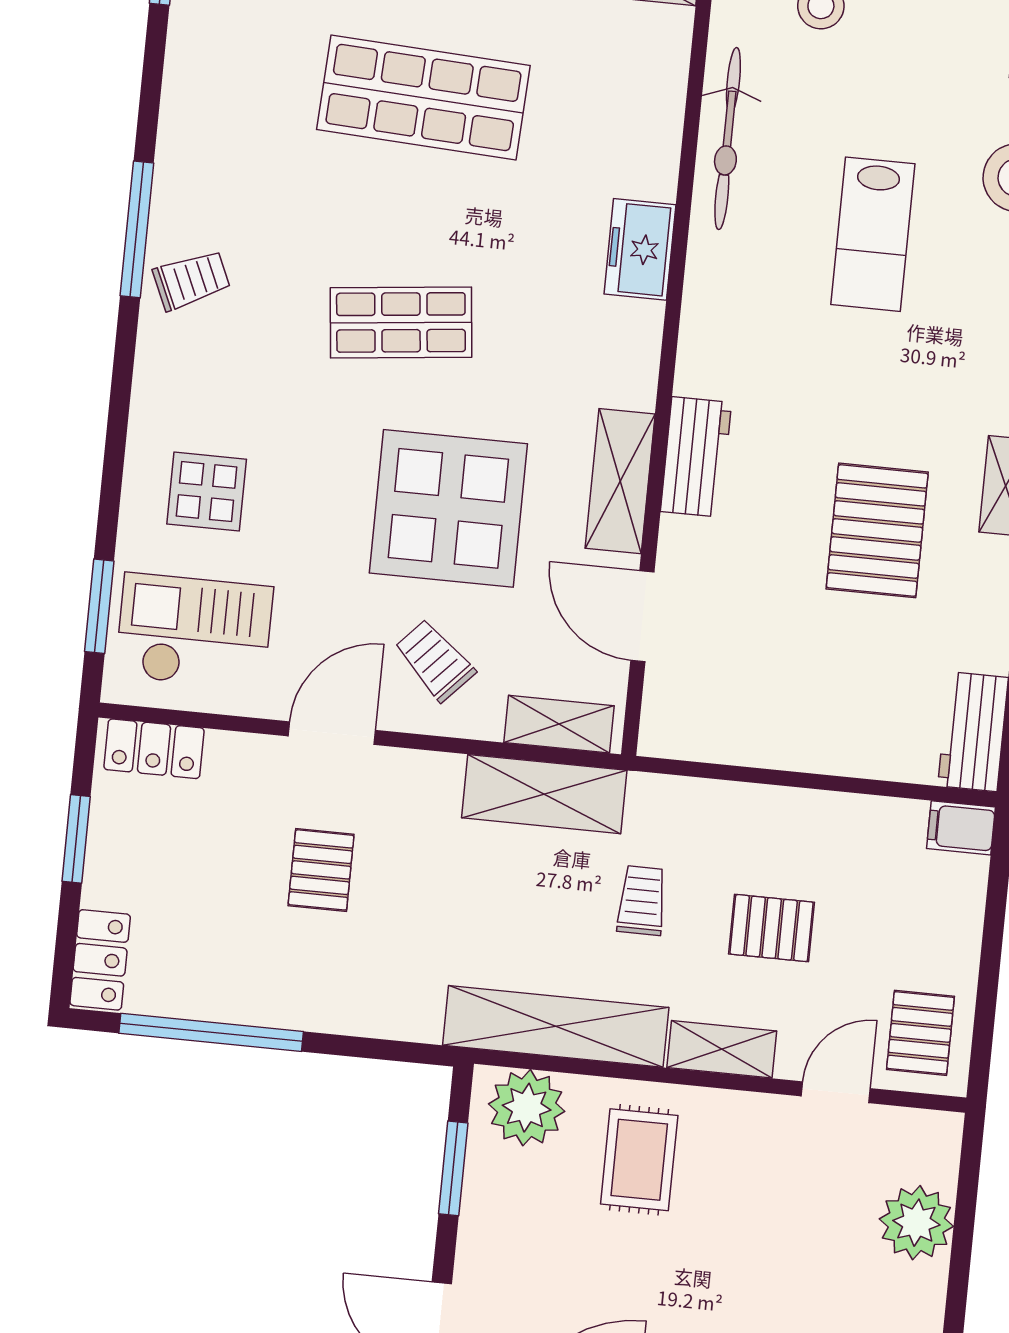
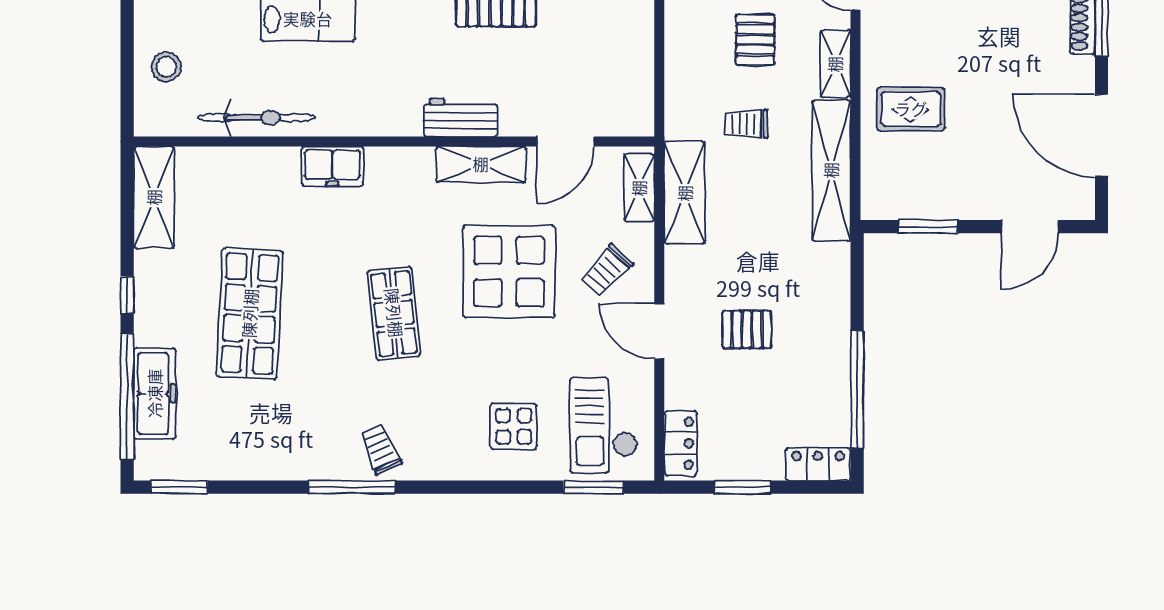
plant: (527, 1108) -> (885, 184), removed

